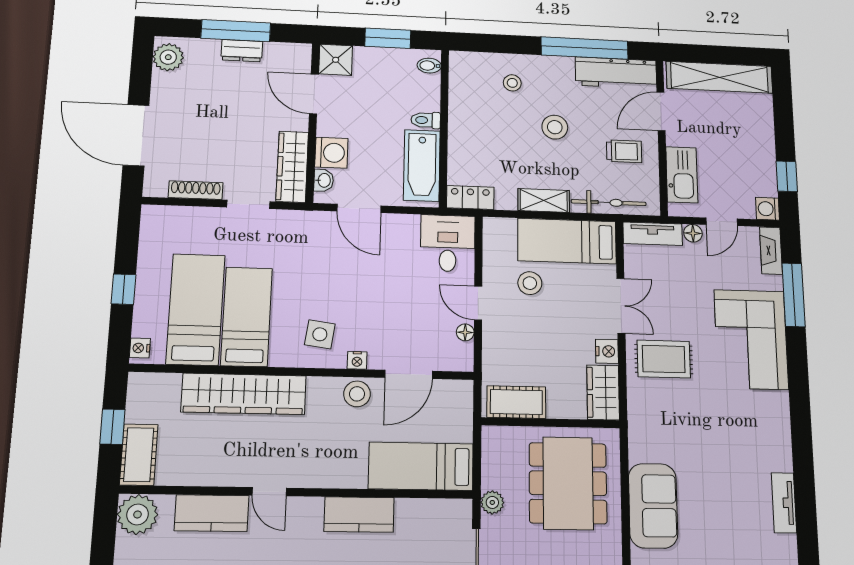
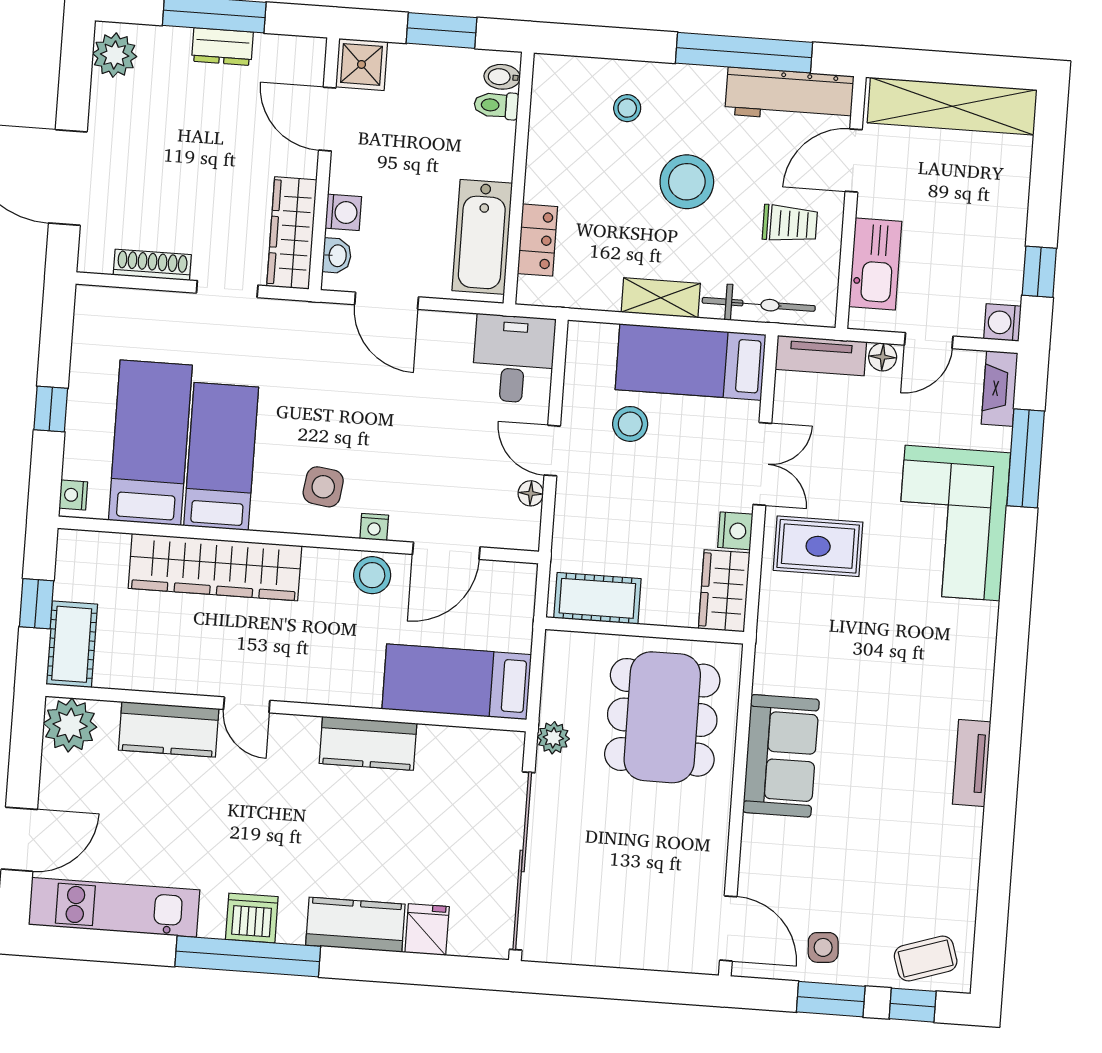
toilet: (426, 120) -> (496, 105), moved
stool: (555, 127) -> (687, 182), width x1.38, depth x1.38
washing machine: (331, 153) -> (343, 212), width x0.73, depth x0.73
locker: (470, 198) -> (537, 240), moved, turned 90

